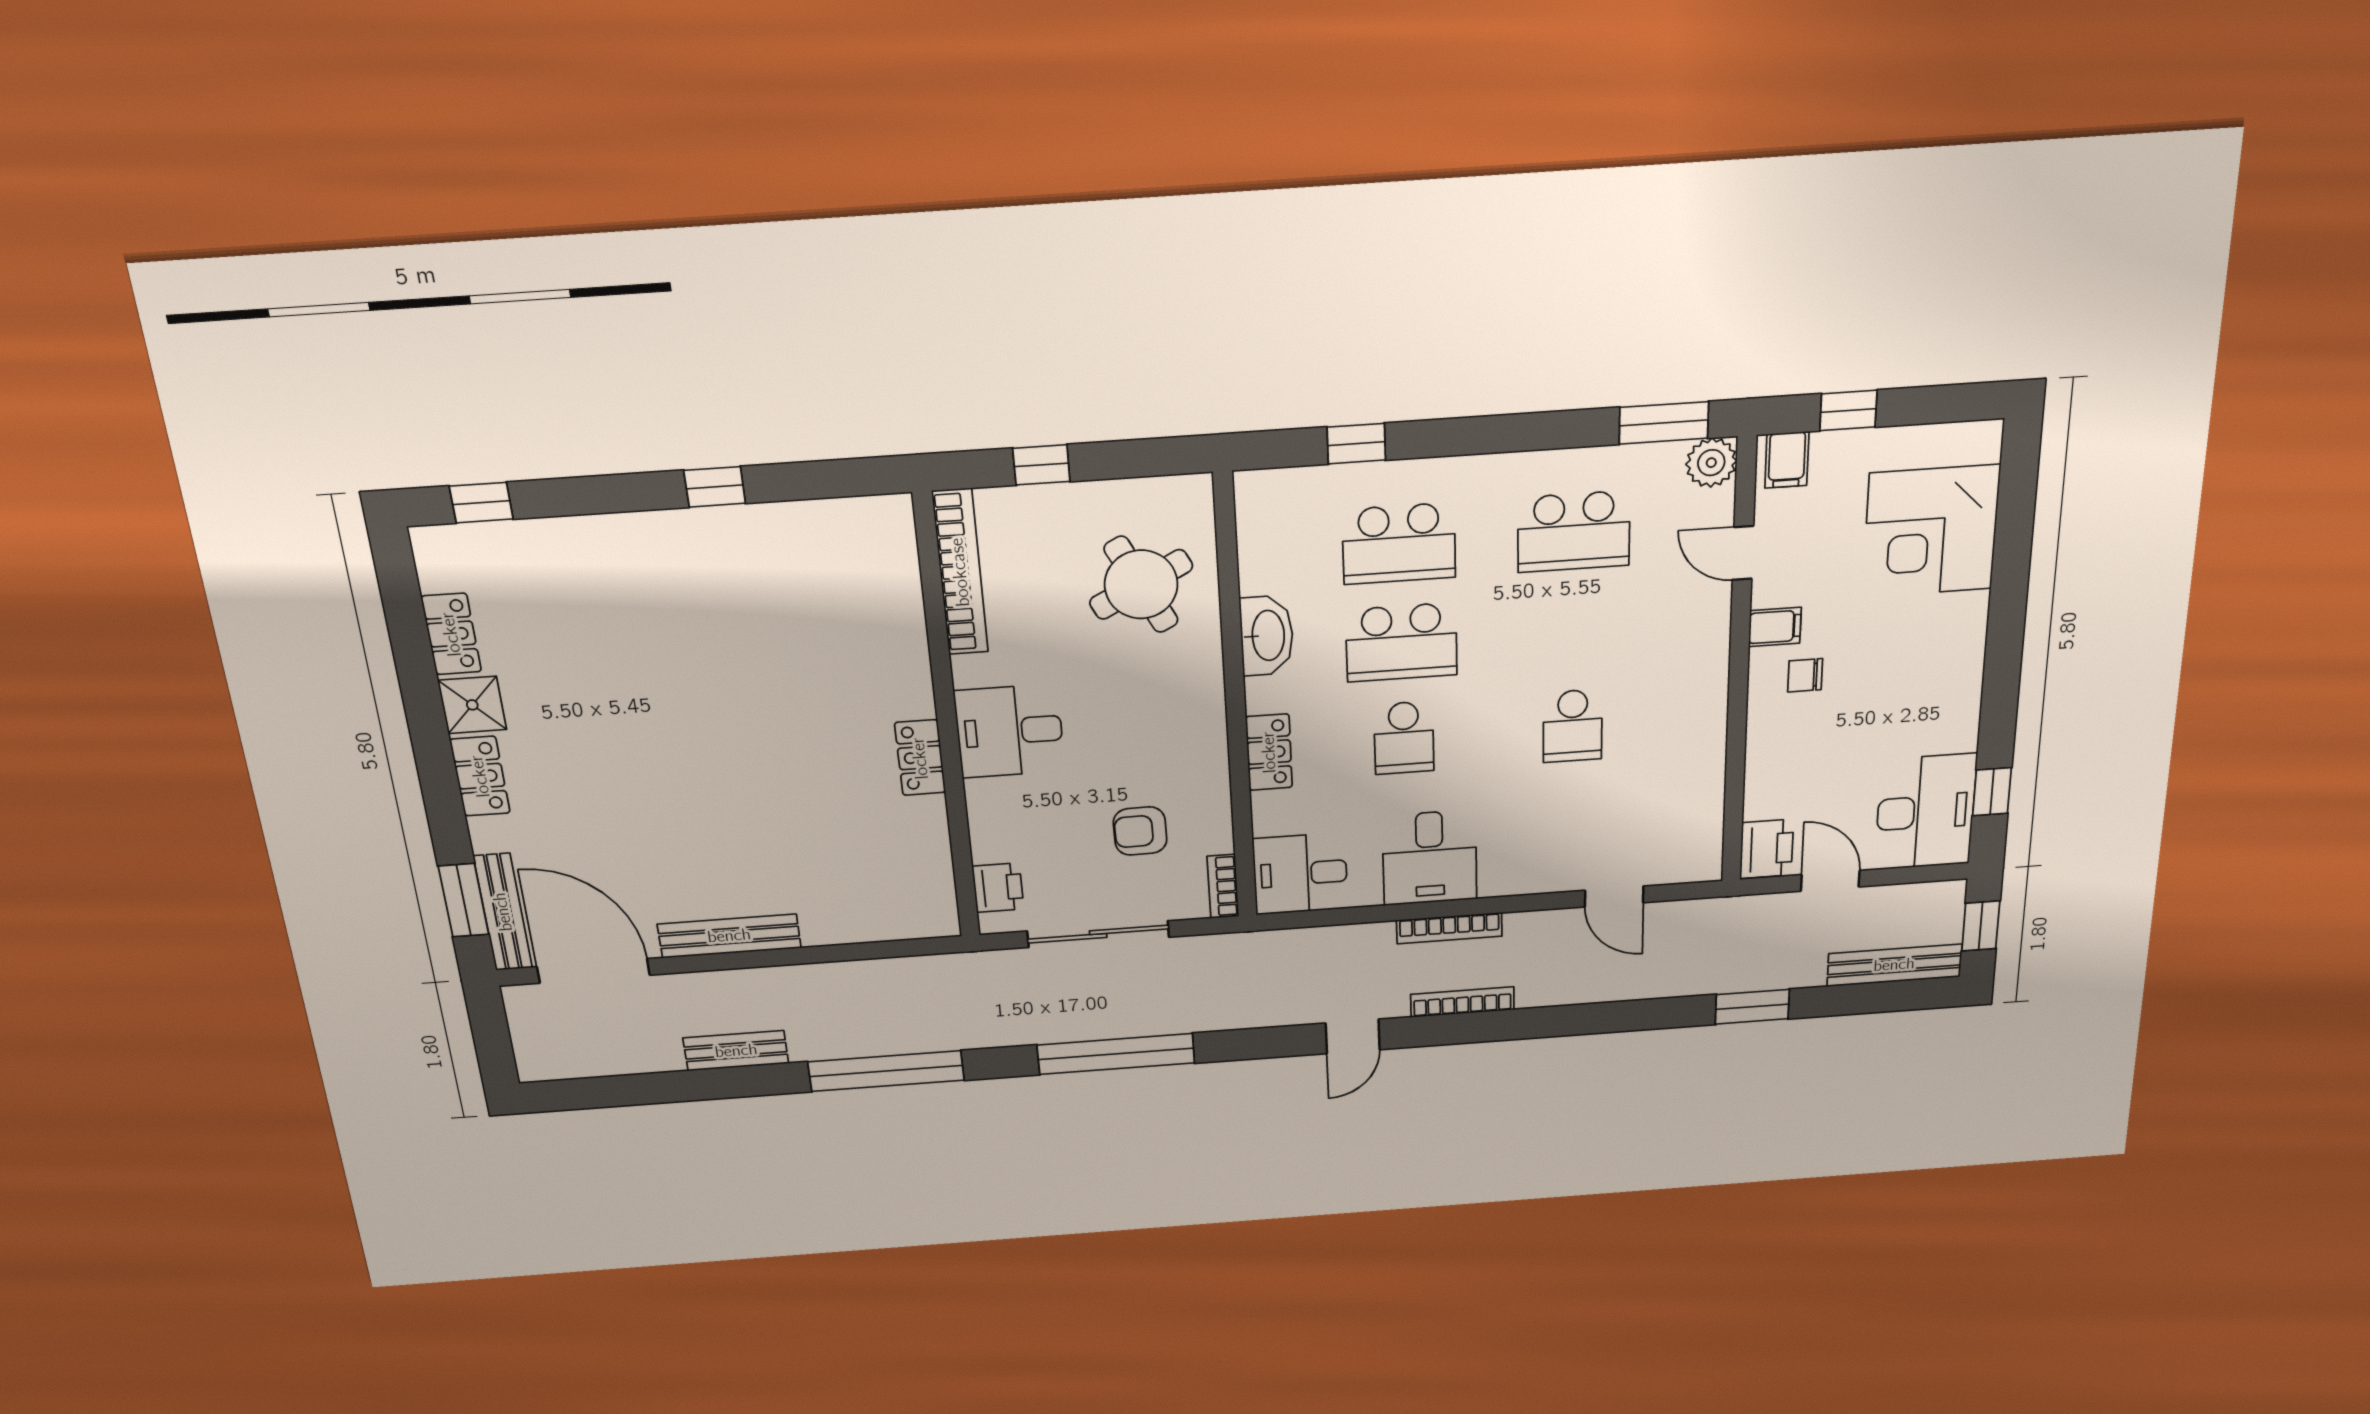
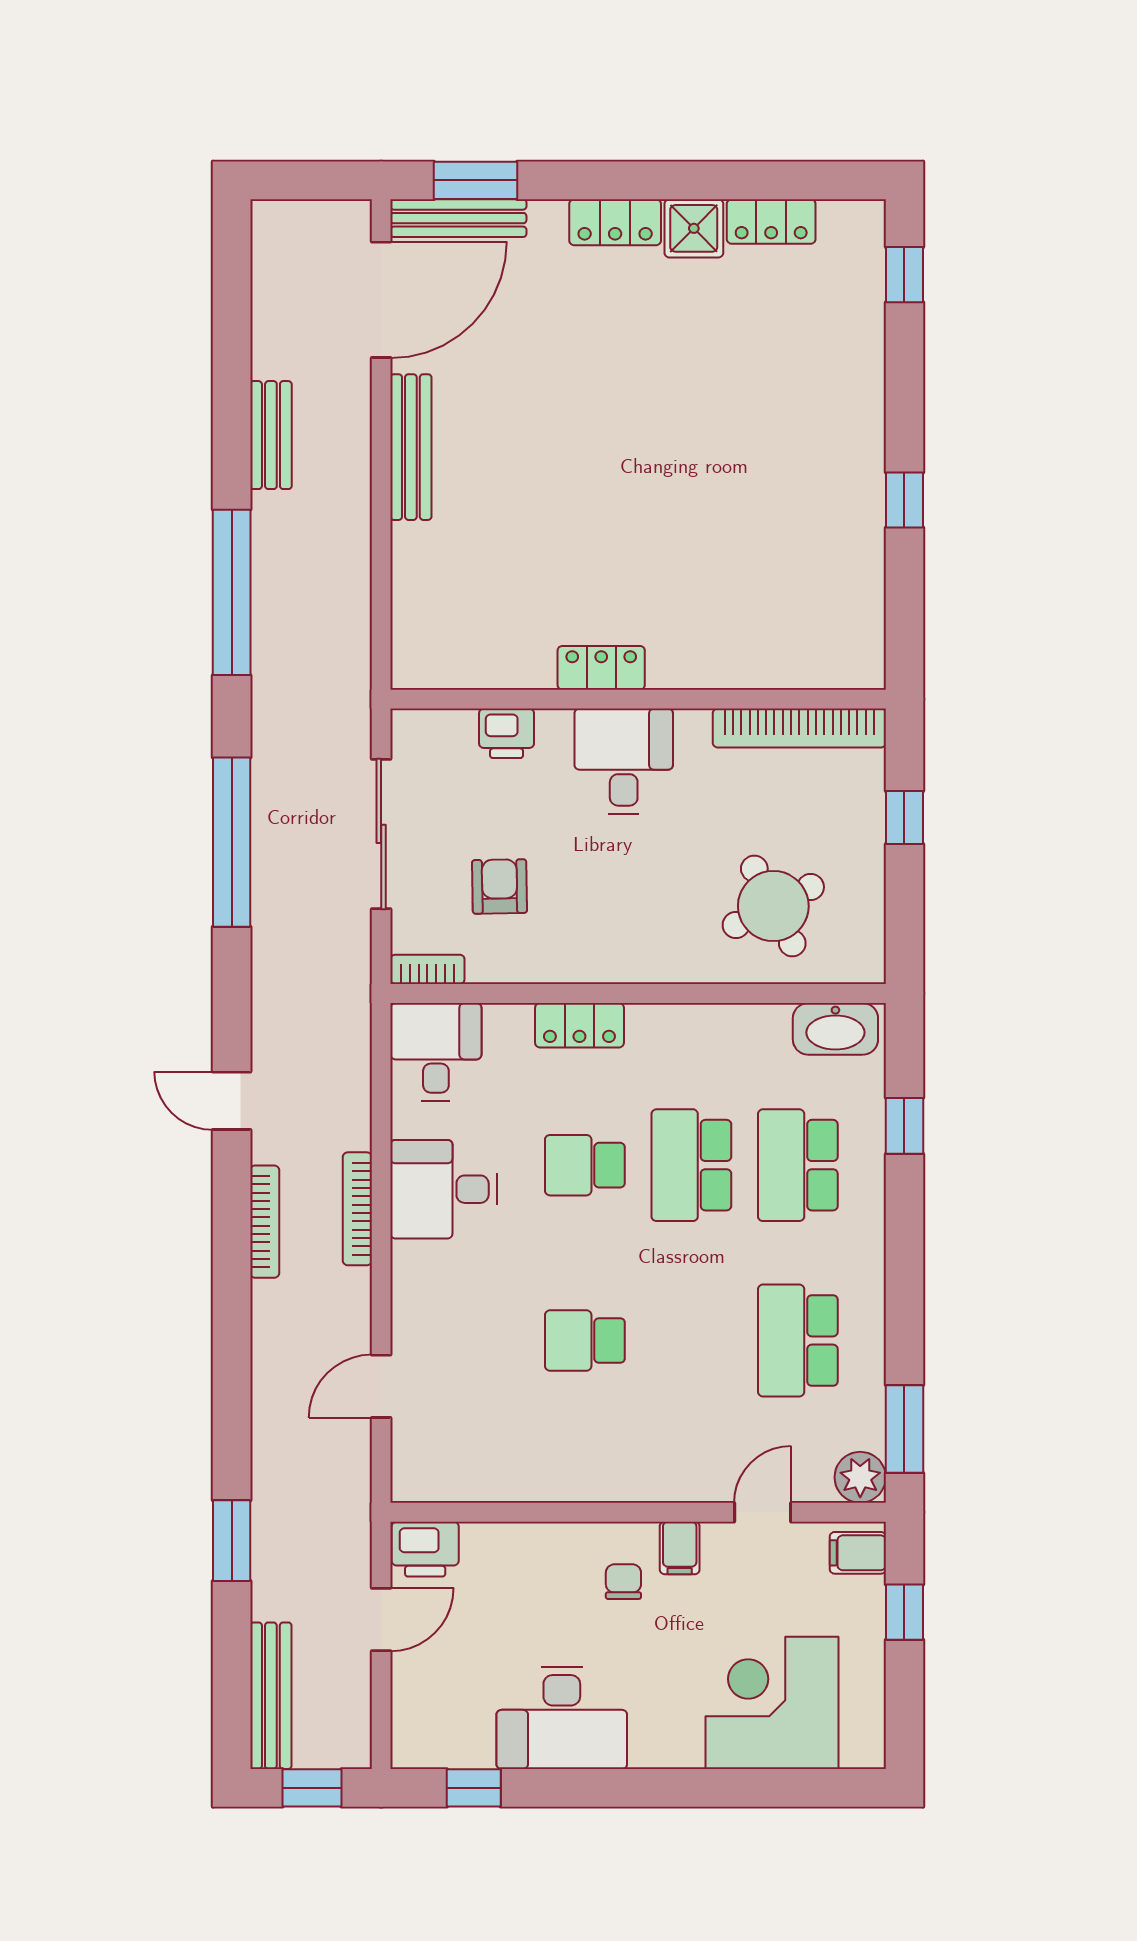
washbasin: (1267, 636) -> (835, 1029), moved
desk: (1926, 812) -> (562, 1718), moved
printer: (998, 888) -> (507, 733), moved

